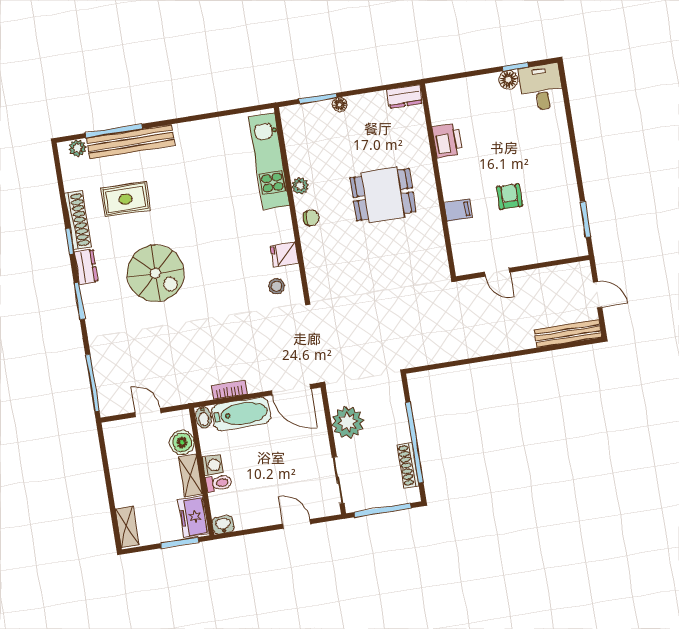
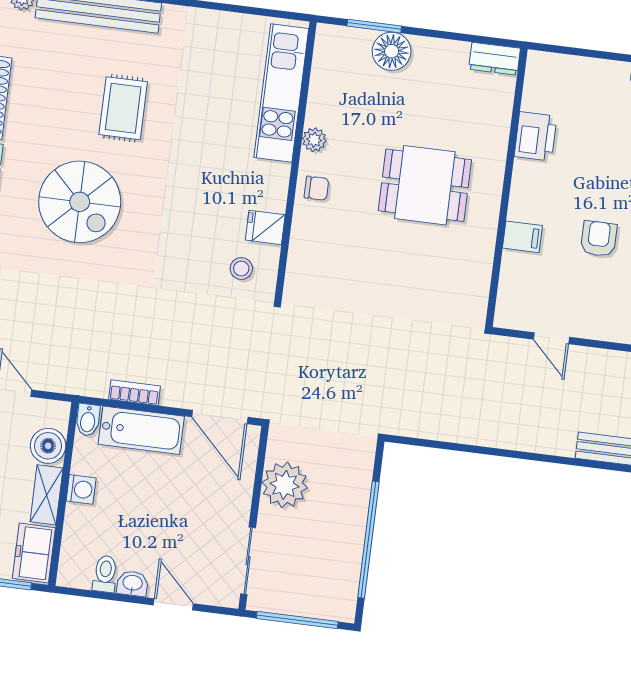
floor lamp: (340, 105) -> (392, 51), width x1.89, depth x1.89
rug: (126, 199) -> (123, 108), moved, turned 90
shoe rack: (408, 465) -> (350, 568), removed
toilet: (219, 483) -> (105, 574), moved, turned -90
washbasin: (223, 525) -> (132, 583), moved

